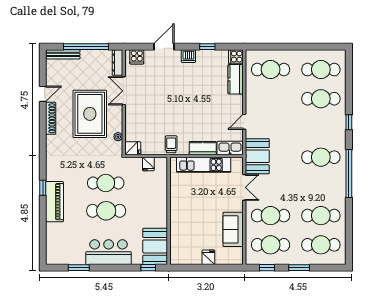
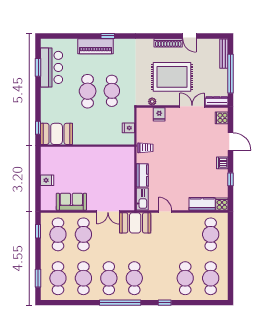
fridge: (133, 148) -> (159, 114), moved
kitchen unit: (204, 165) -> (128, 176), removed
cafe table: (321, 186) -> (109, 278), added
bar counter: (109, 252) -> (52, 67), moved
window: (299, 268) -> (38, 278), moved

